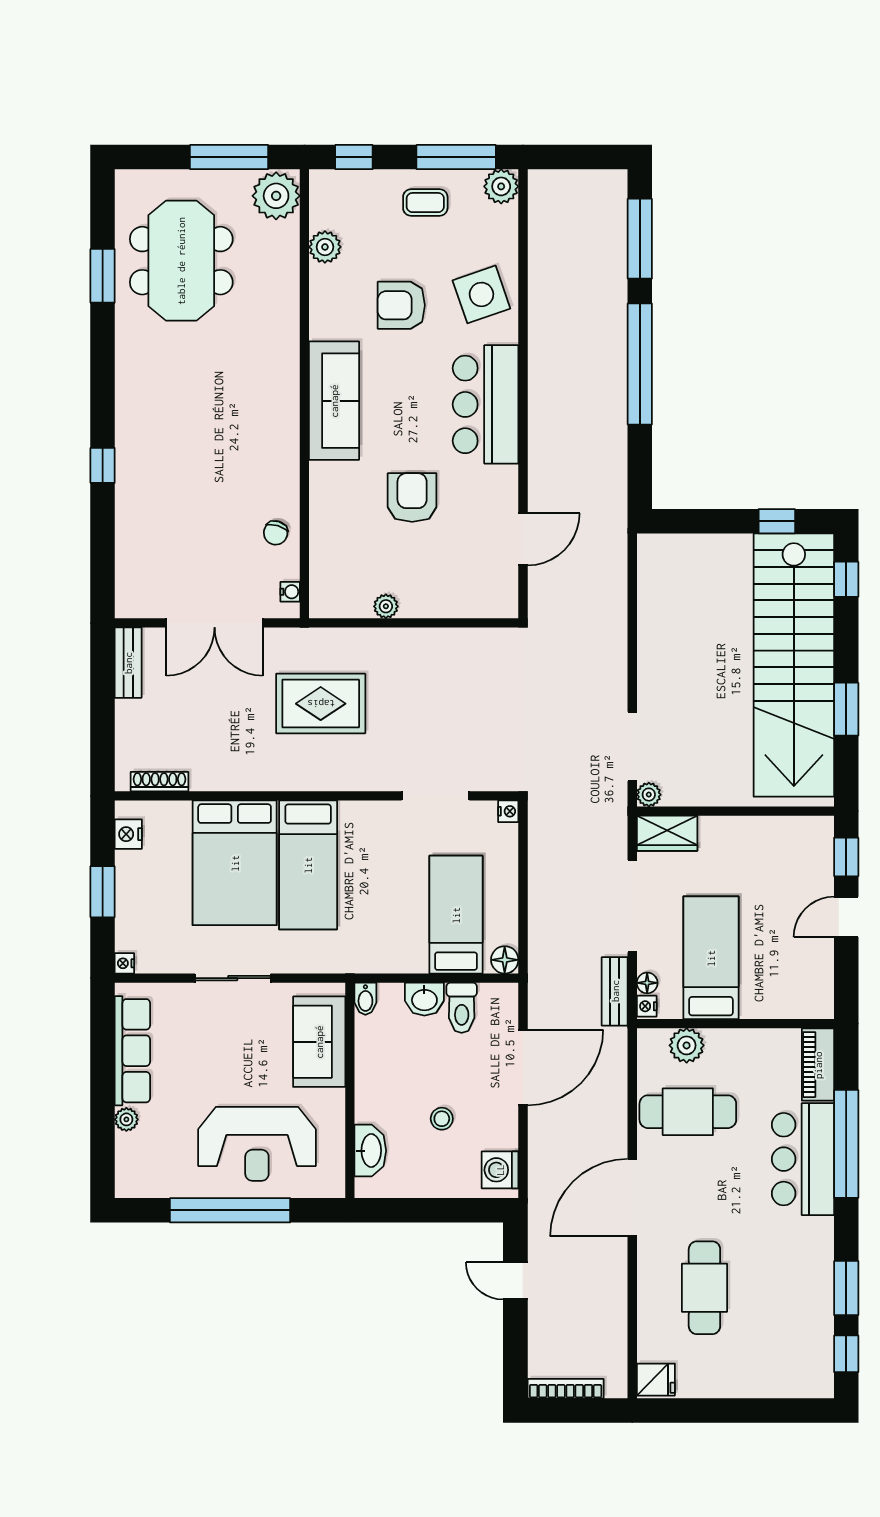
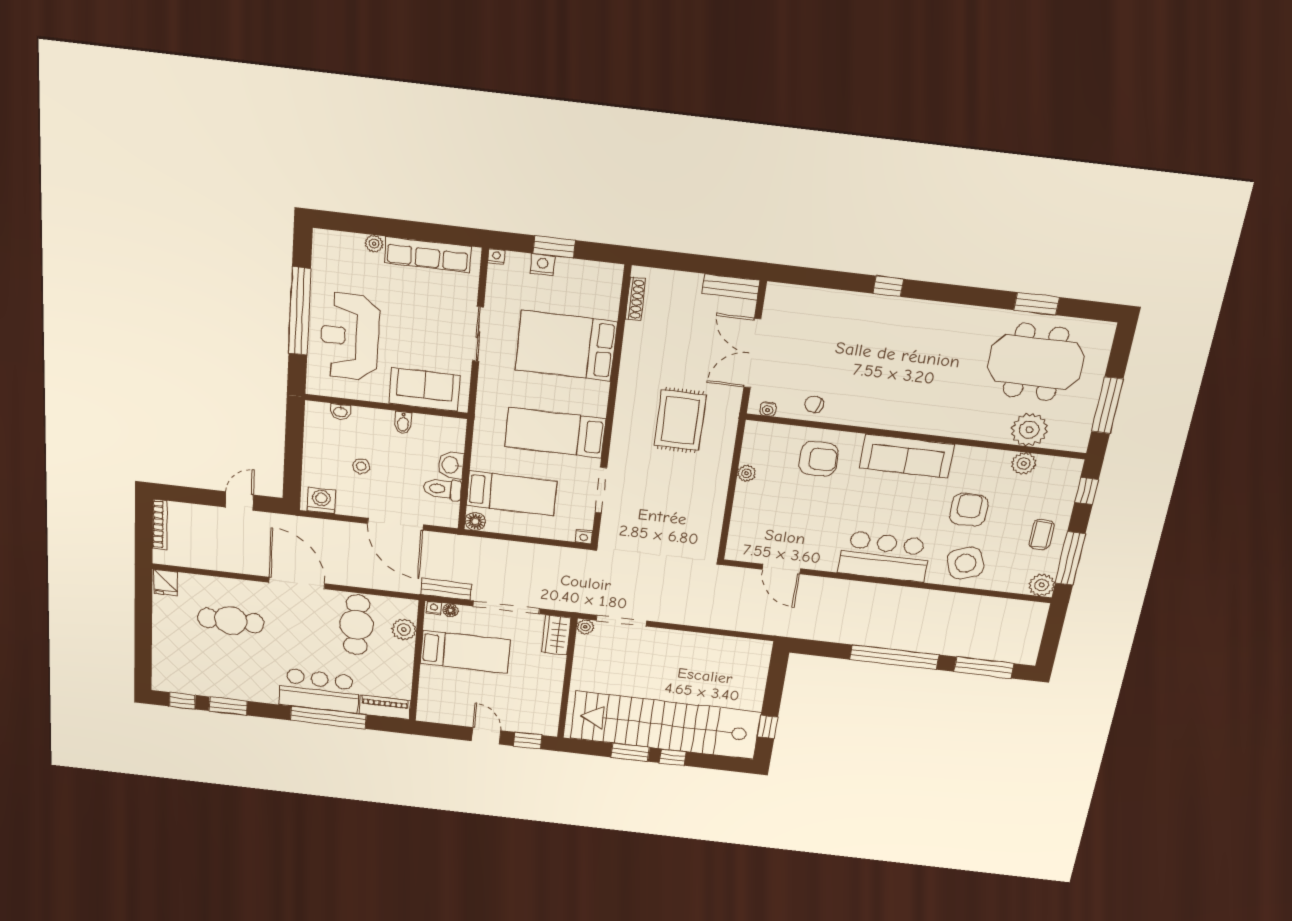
plant: (276, 196) -> (1029, 430), moved
armchair: (412, 497) -> (819, 459), moved
window: (846, 579) -> (673, 757), moved
nightstand: (128, 834) -> (542, 265), moved
bed: (308, 865) -> (555, 433), moved
bidet: (365, 999) -> (403, 423), moved, turned -90
washbasin: (370, 1151) -> (340, 412), width x0.52, depth x0.69

